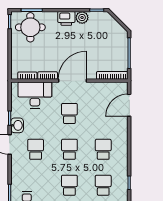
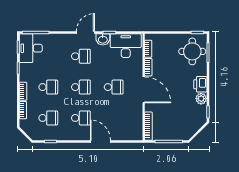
desk: (35, 95) -> (126, 46), moved, turned -90
door: (129, 105) -> (100, 142), moved

